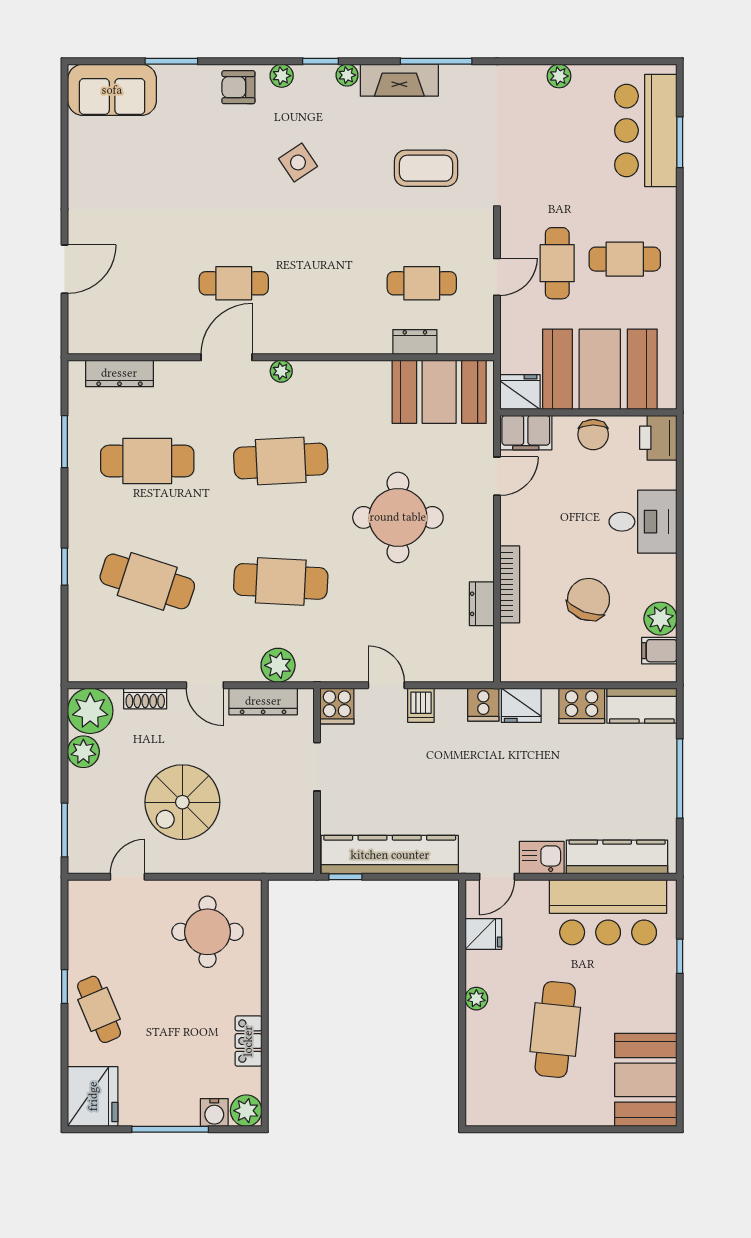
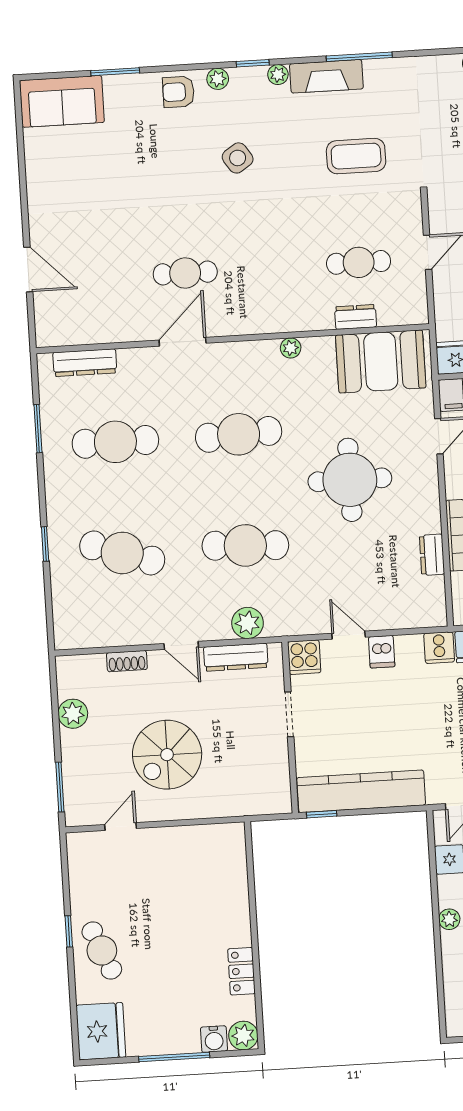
door: (65, 269) -> (28, 269), hinge flipped
plant: (281, 371) -> (291, 348), moved
plant: (90, 711) -> (77, 676), removed
round table: (208, 932) -> (198, 873), removed

